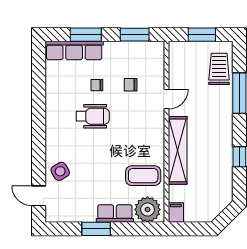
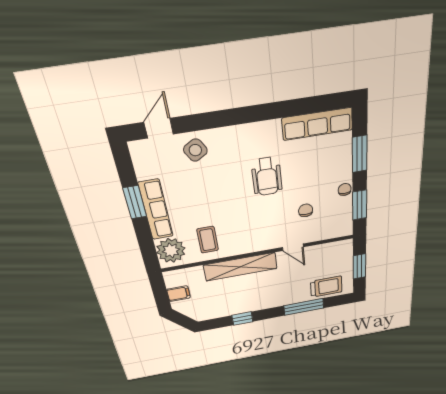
row of seats: (74, 50) -> (317, 124), moved, turned -90
chair: (97, 85) -> (345, 189), moved
coffee table: (143, 176) -> (208, 240), width x0.73, depth x0.77
filing cabinet: (176, 212) -> (179, 294), moved
row of seats: (115, 214) -> (156, 210), width x1.48

